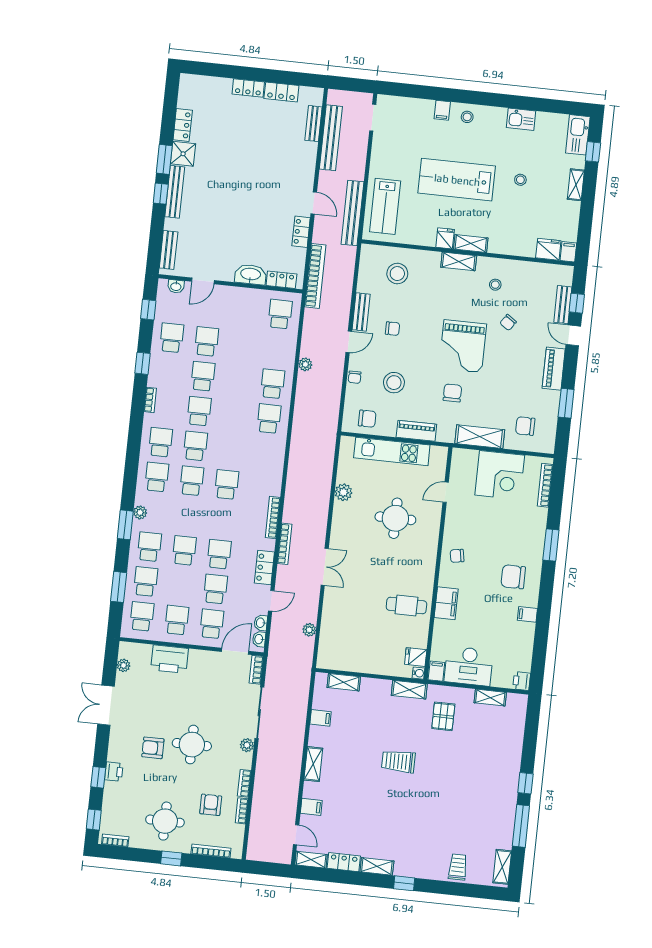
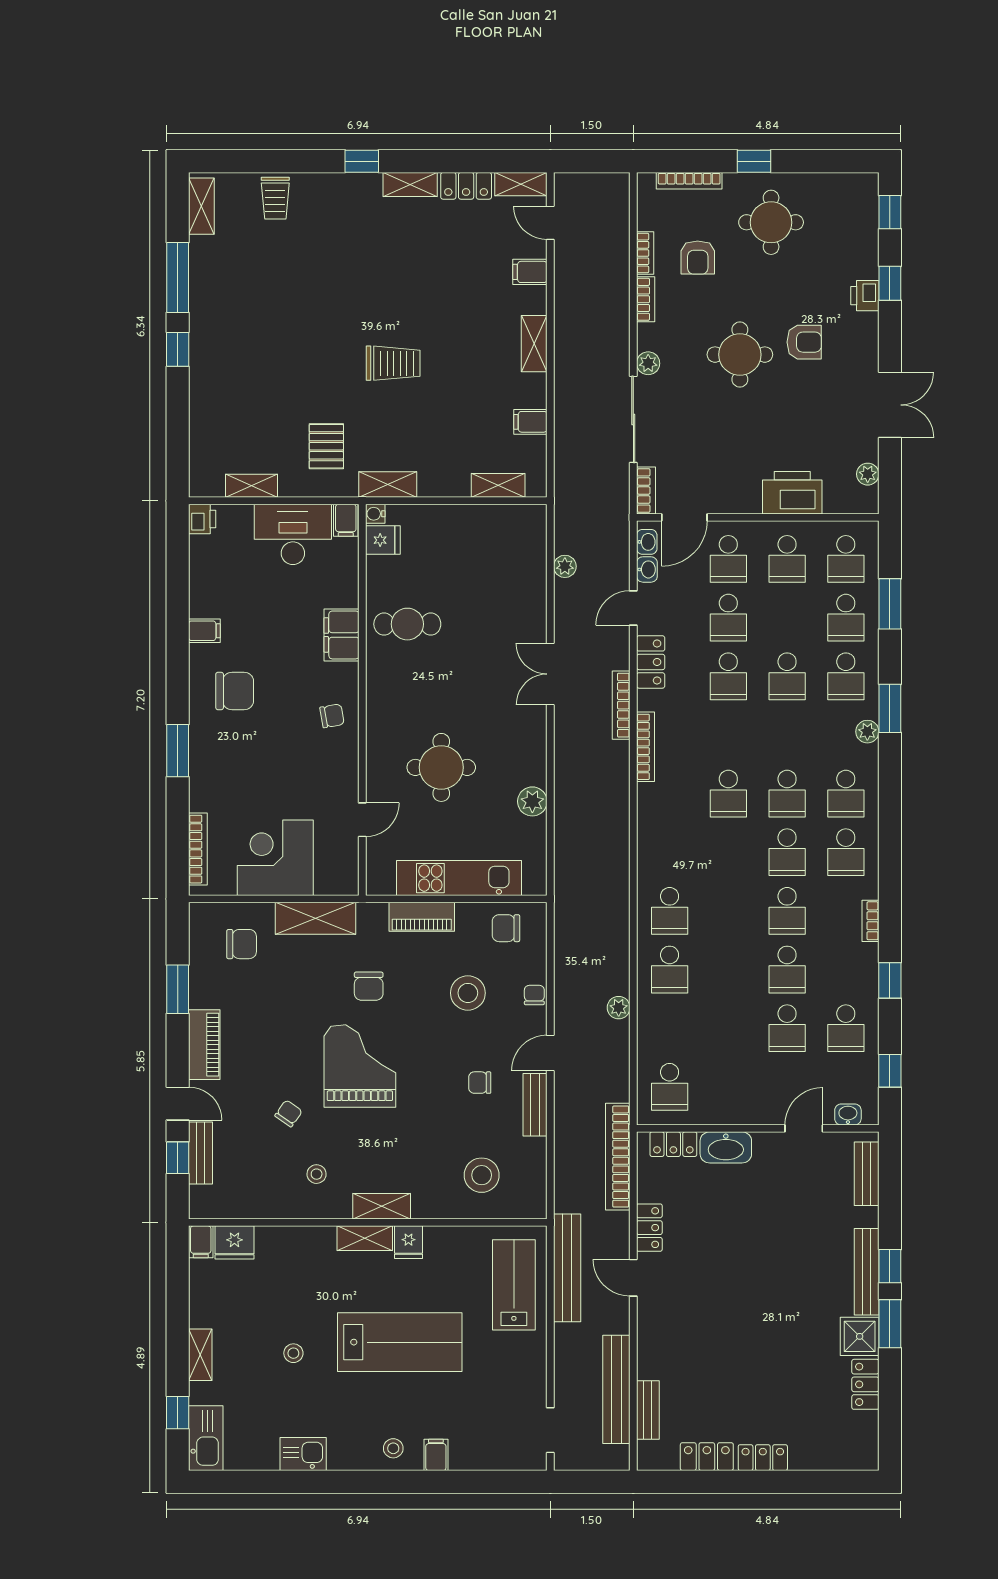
bookcase: (115, 841) -> (850, 181), removed

